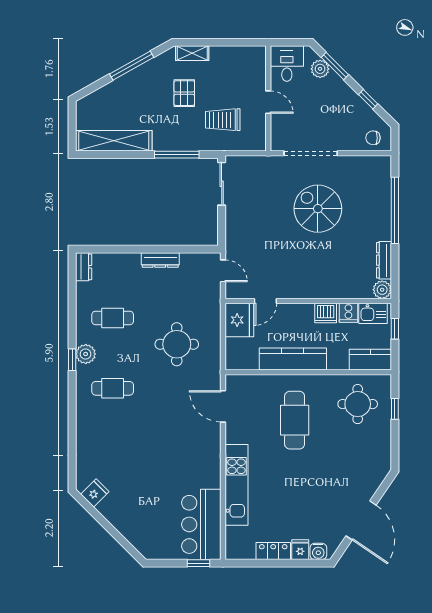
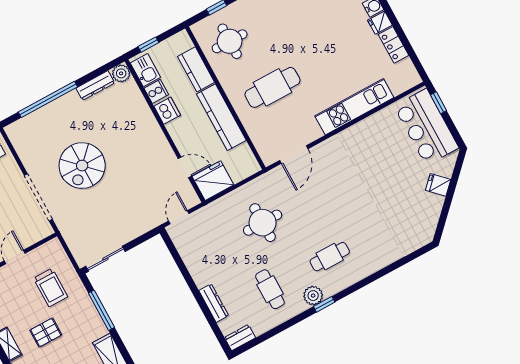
dresser: (160, 260) -> (214, 303), moved
kitchen counter: (370, 360) -> (196, 69), moved
cafe table: (113, 388) -> (330, 257), turned 90
fridge: (95, 493) -> (438, 185), moved
bar counter: (201, 524) -> (426, 127), moved, turned 90

